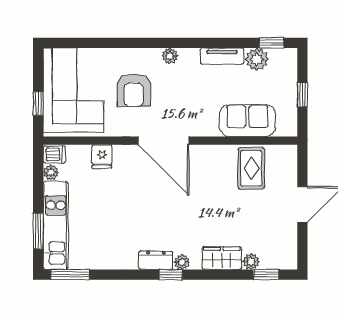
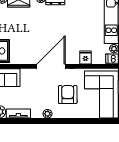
door: (164, 141) -> (51, 66), hinge flipped

